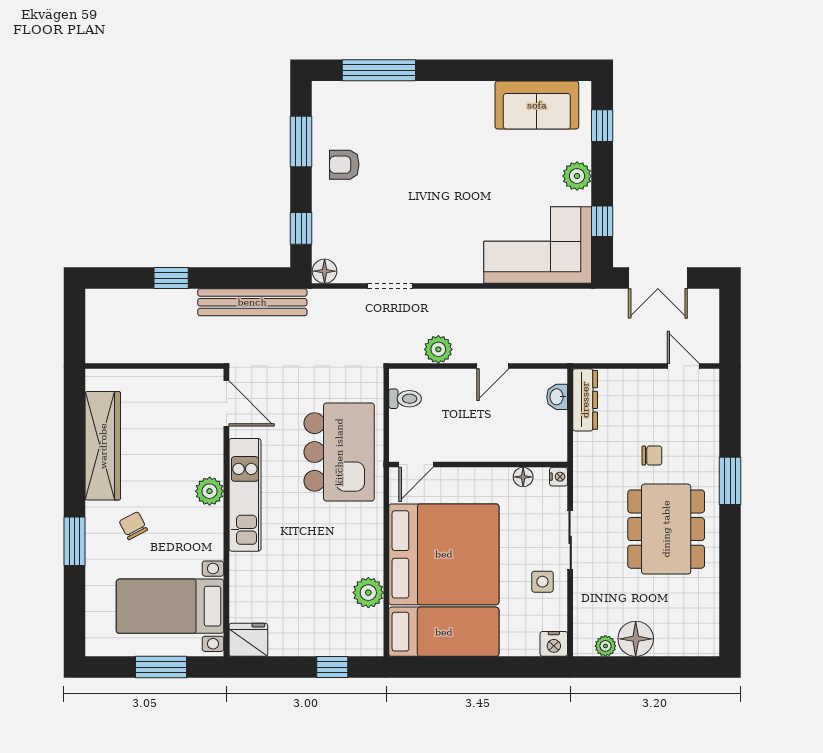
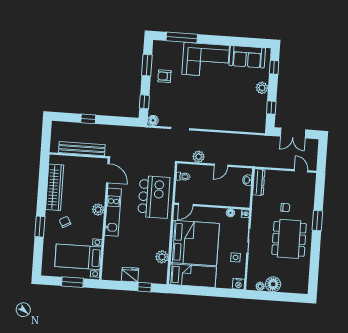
corner sofa: (538, 245) -> (206, 60), moved, turned 180
bench: (252, 302) -> (82, 149), moved
fridge: (248, 640) -> (130, 275), moved

